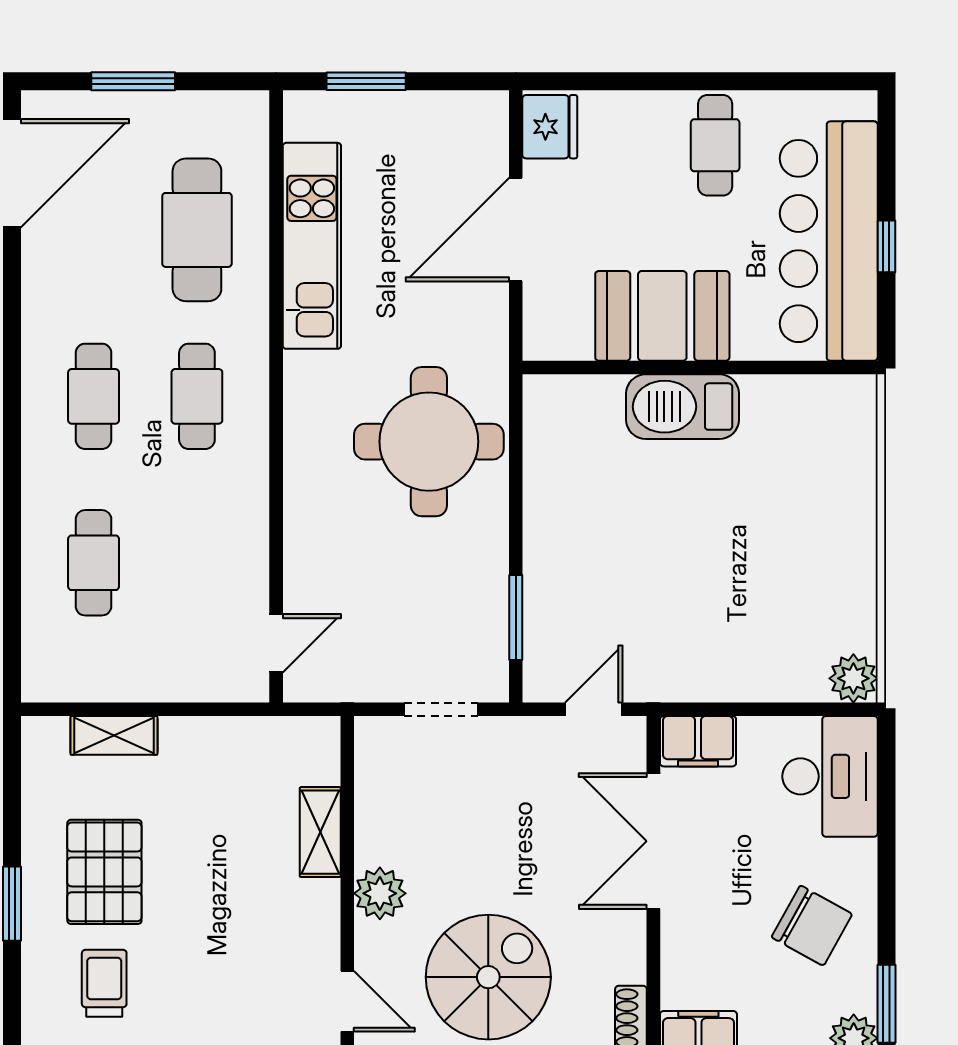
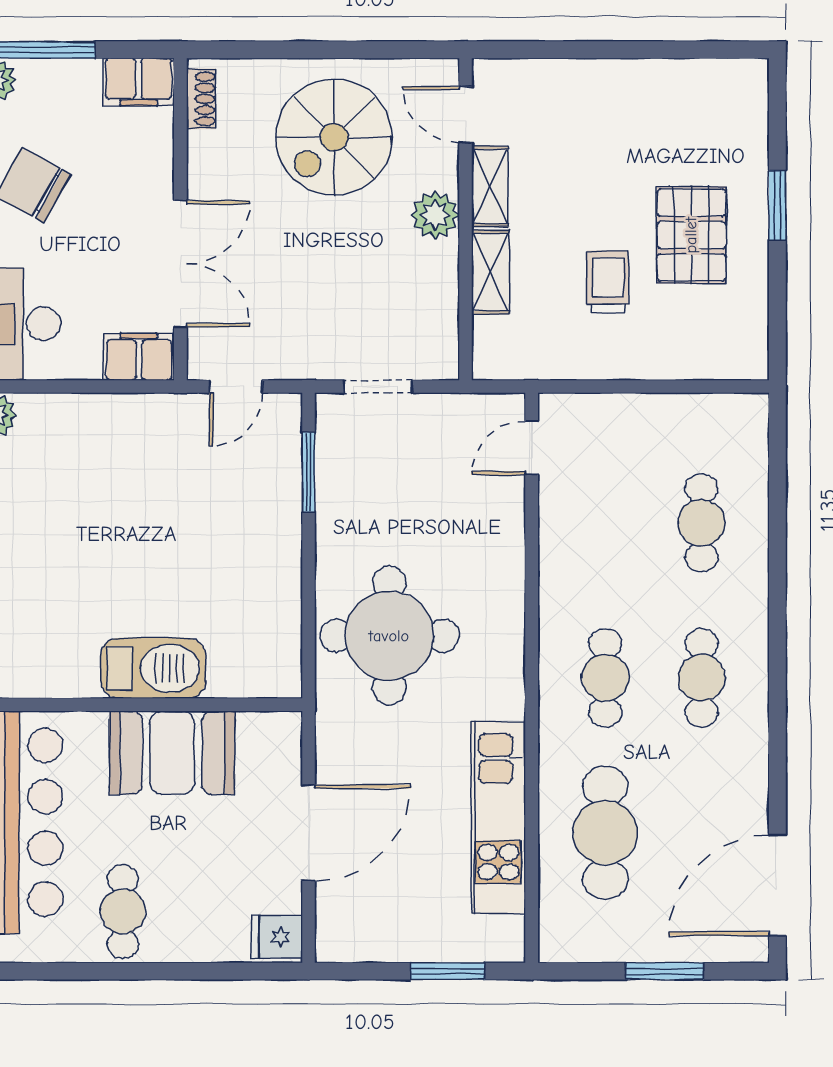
fridge: (550, 127) -> (277, 937), width x0.72
shelving: (114, 735) -> (490, 186), moved, turned 90
trolley: (104, 983) -> (608, 282), moved, turned 180

